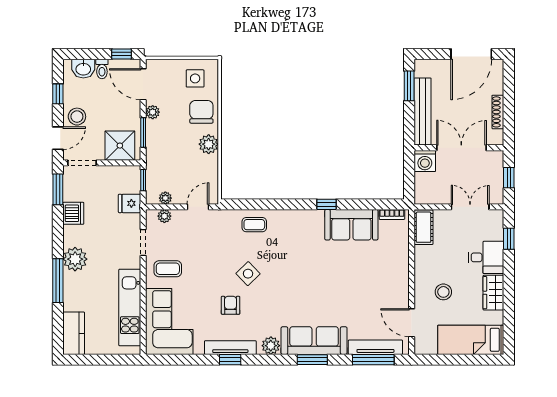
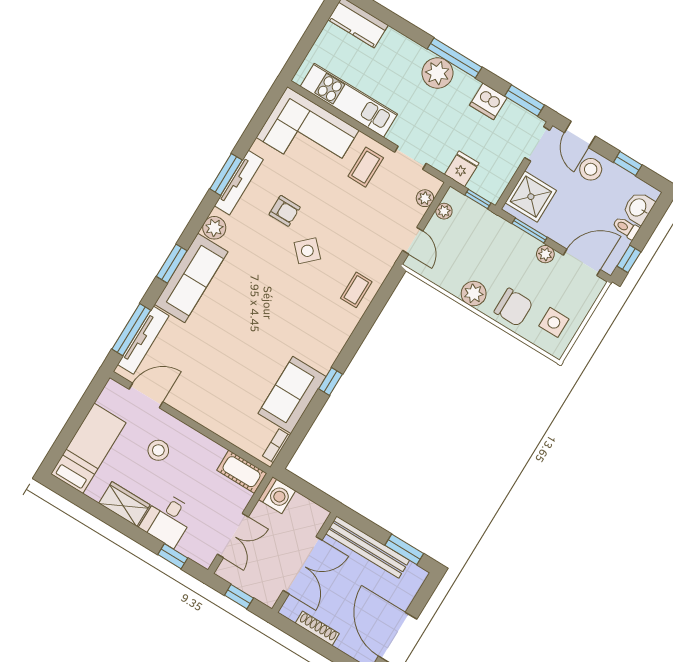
washing machine: (425, 161) -> (277, 495), moved, turned 180
window: (58, 281) -> (455, 58), moved
window: (230, 360) -> (226, 174), width x1.50

